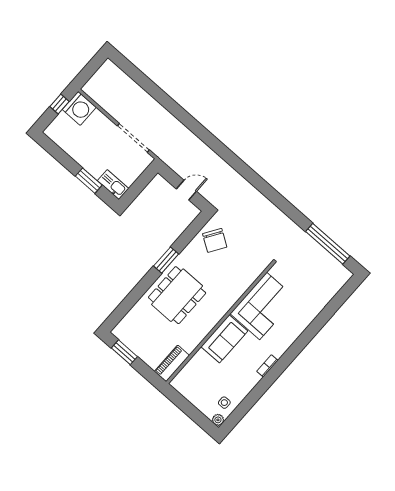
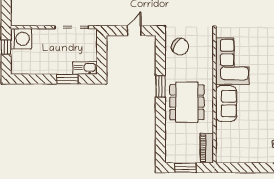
corner sofa: (263, 306) -> (232, 61), moved
wall: (220, 323) -> (214, 96), moved
sofa: (224, 339) -> (226, 104), moved
piano: (172, 363) -> (207, 148), moved

